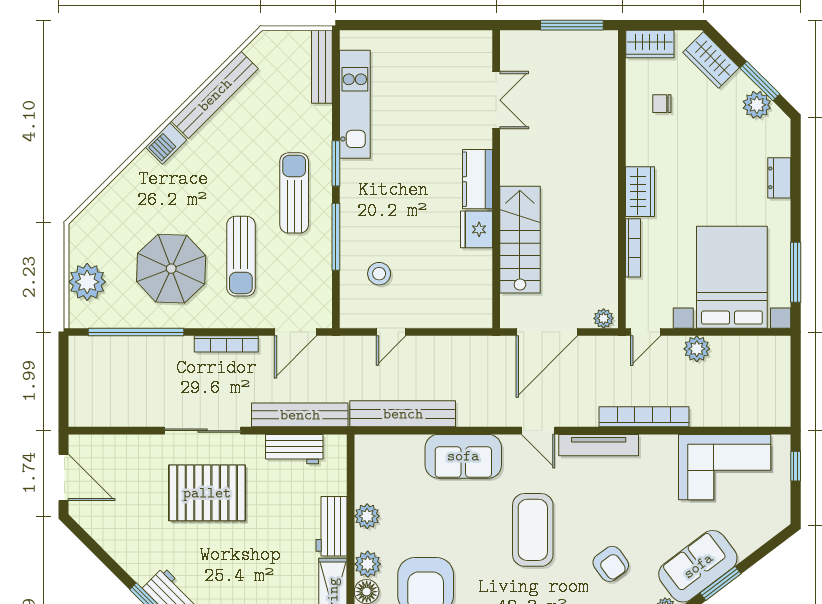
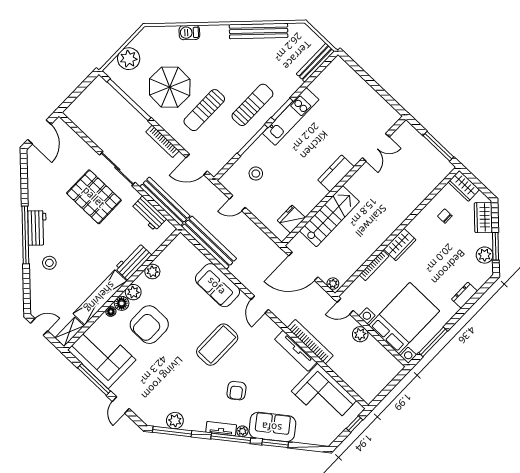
kitchen unit: (355, 104) -> (291, 116), moved
barbecue: (166, 143) -> (189, 33), moved
fridge: (476, 229) -> (291, 219), moved
tv unit: (599, 445) -> (296, 351), moved

